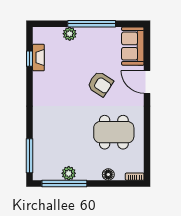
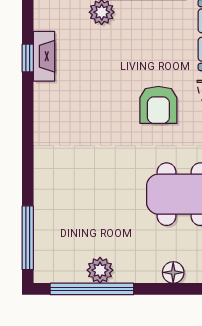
armchair: (100, 84) -> (158, 105), turned 57

